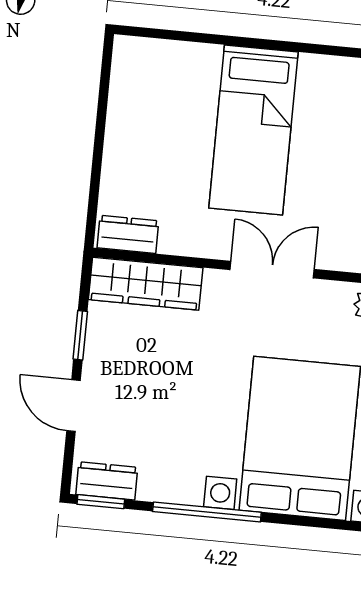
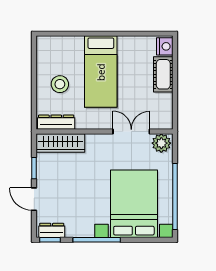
stool: (157, 150) -> (60, 84), added
dresser: (128, 234) -> (56, 122), width x1.44
double door: (272, 270) -> (131, 132), moved

